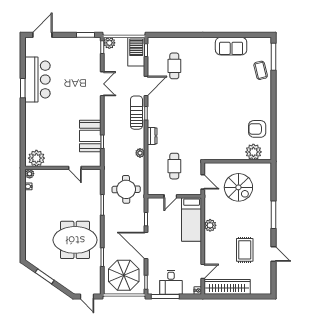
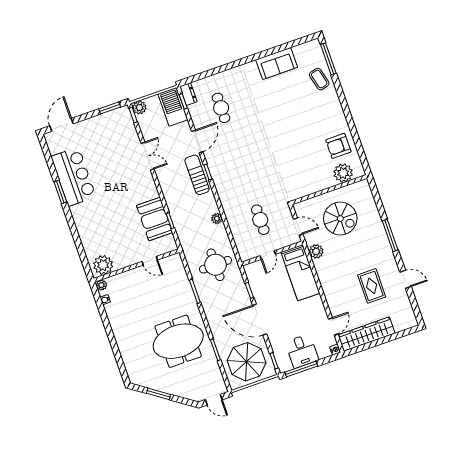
dresser: (152, 136) -> (188, 94), moved
plant: (210, 225) -> (316, 251), moved

